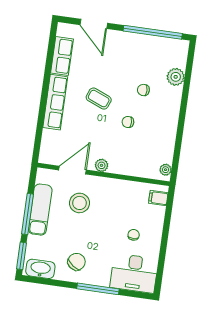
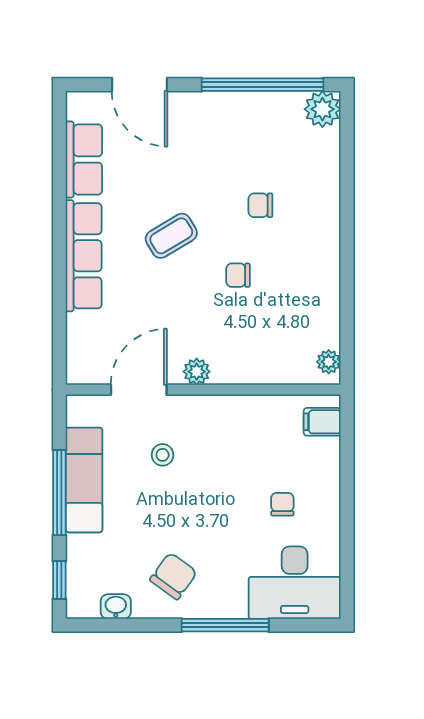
plant: (176, 77) -> (322, 109), moved
coffee table: (99, 99) -> (171, 236), turned -53
stool: (80, 203) -> (163, 455), width x0.53, depth x0.53
window: (22, 256) -> (59, 580), width x0.67
washbasin: (40, 269) -> (116, 607), width x0.52, depth x0.69

